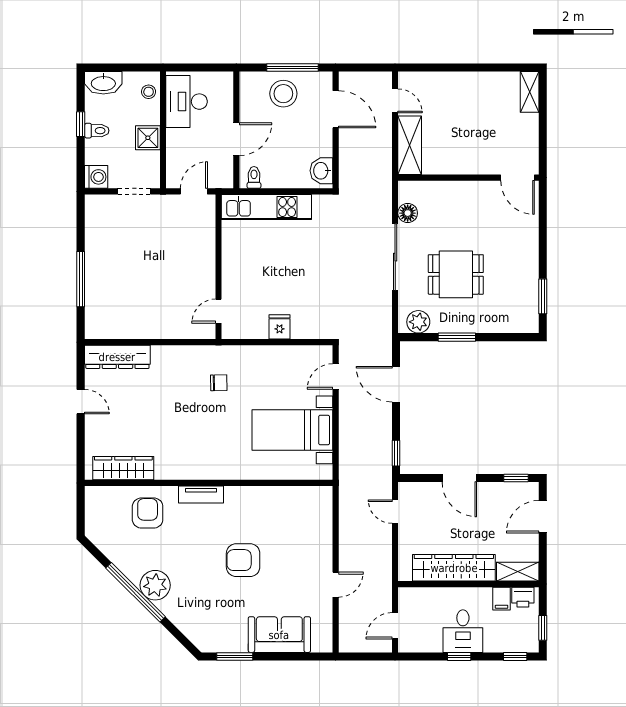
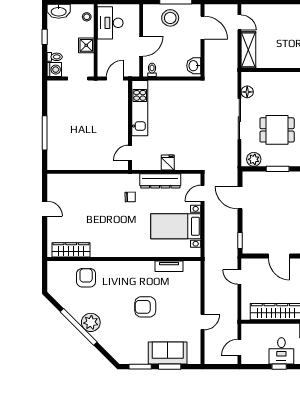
toilet: (97, 131) -> (55, 57), moved
kitchen unit: (266, 207) -> (140, 108), moved, turned -90
dresser: (117, 357) -> (160, 181), moved
tv unit: (201, 495) -> (169, 266), moved
window: (282, 656) -> (170, 367), added

